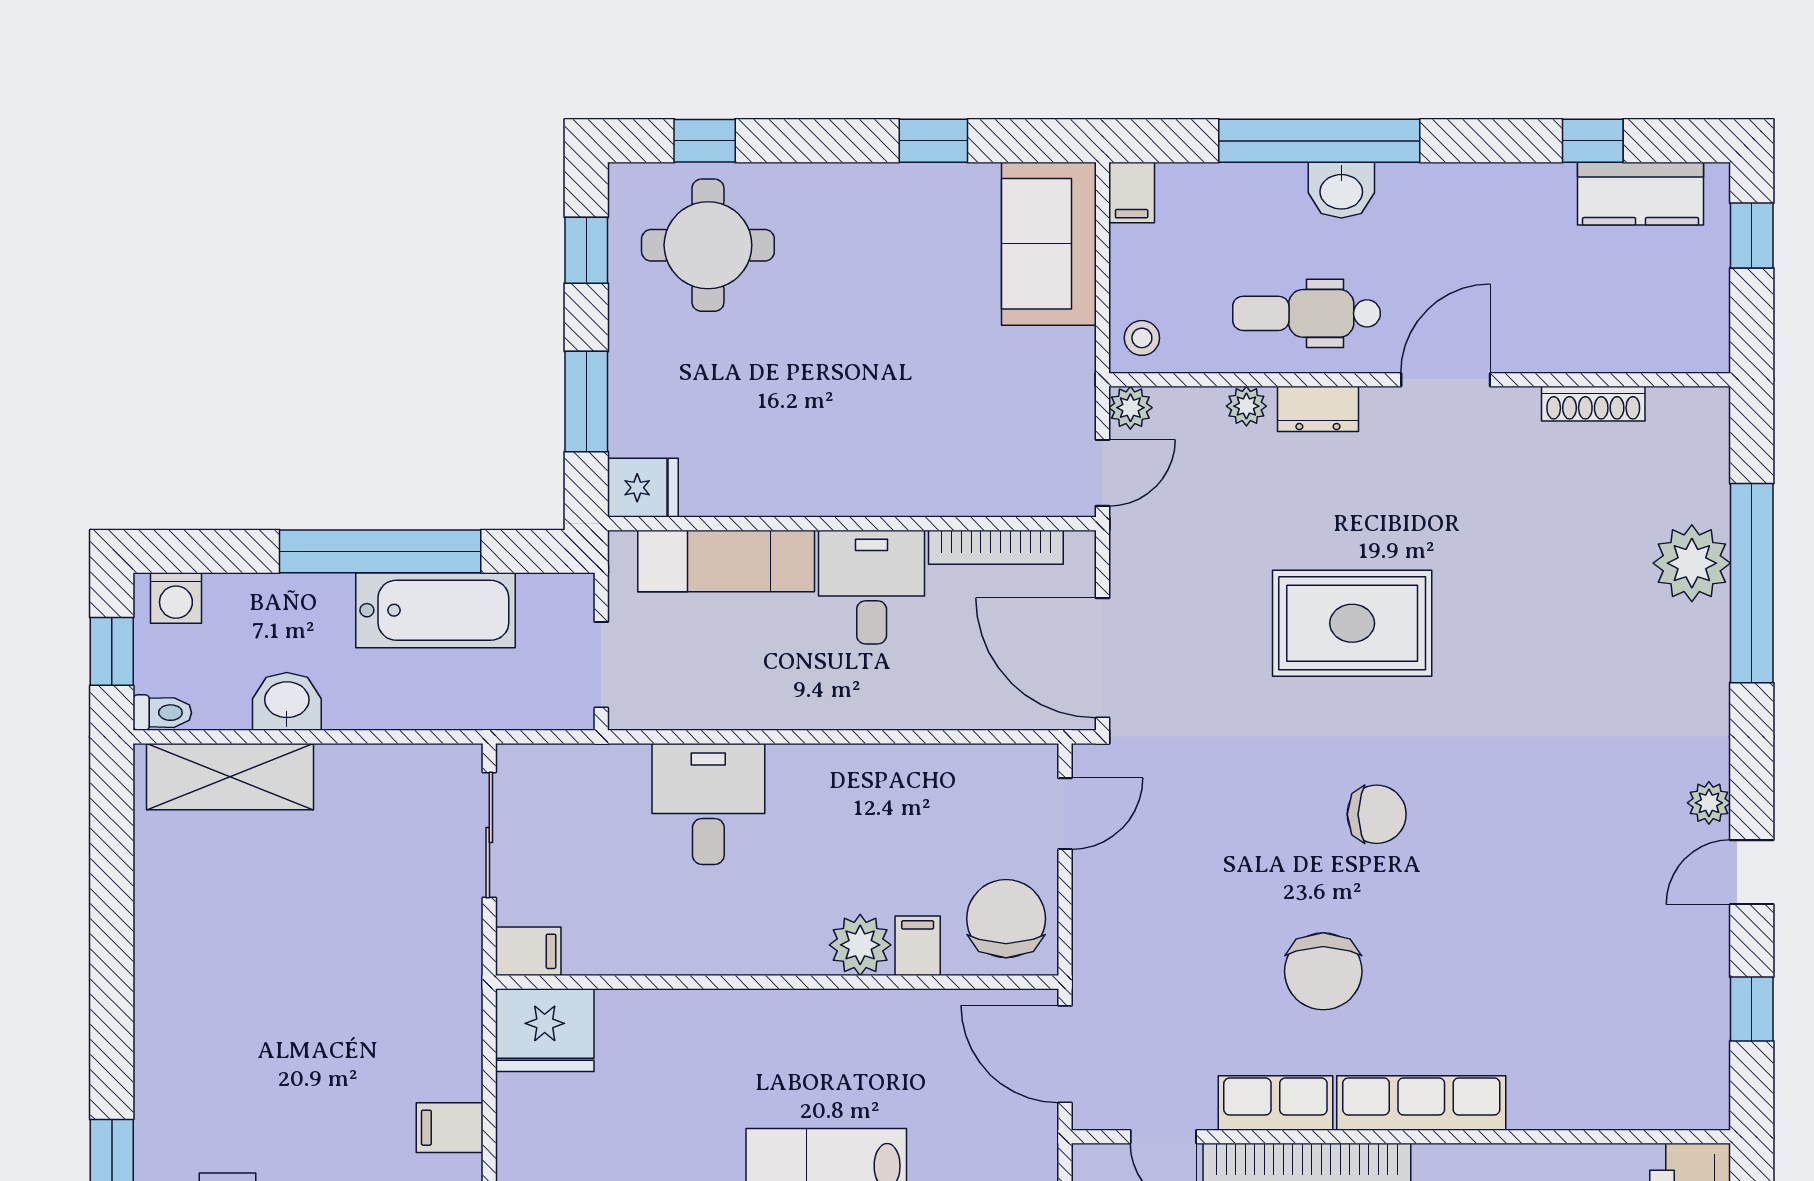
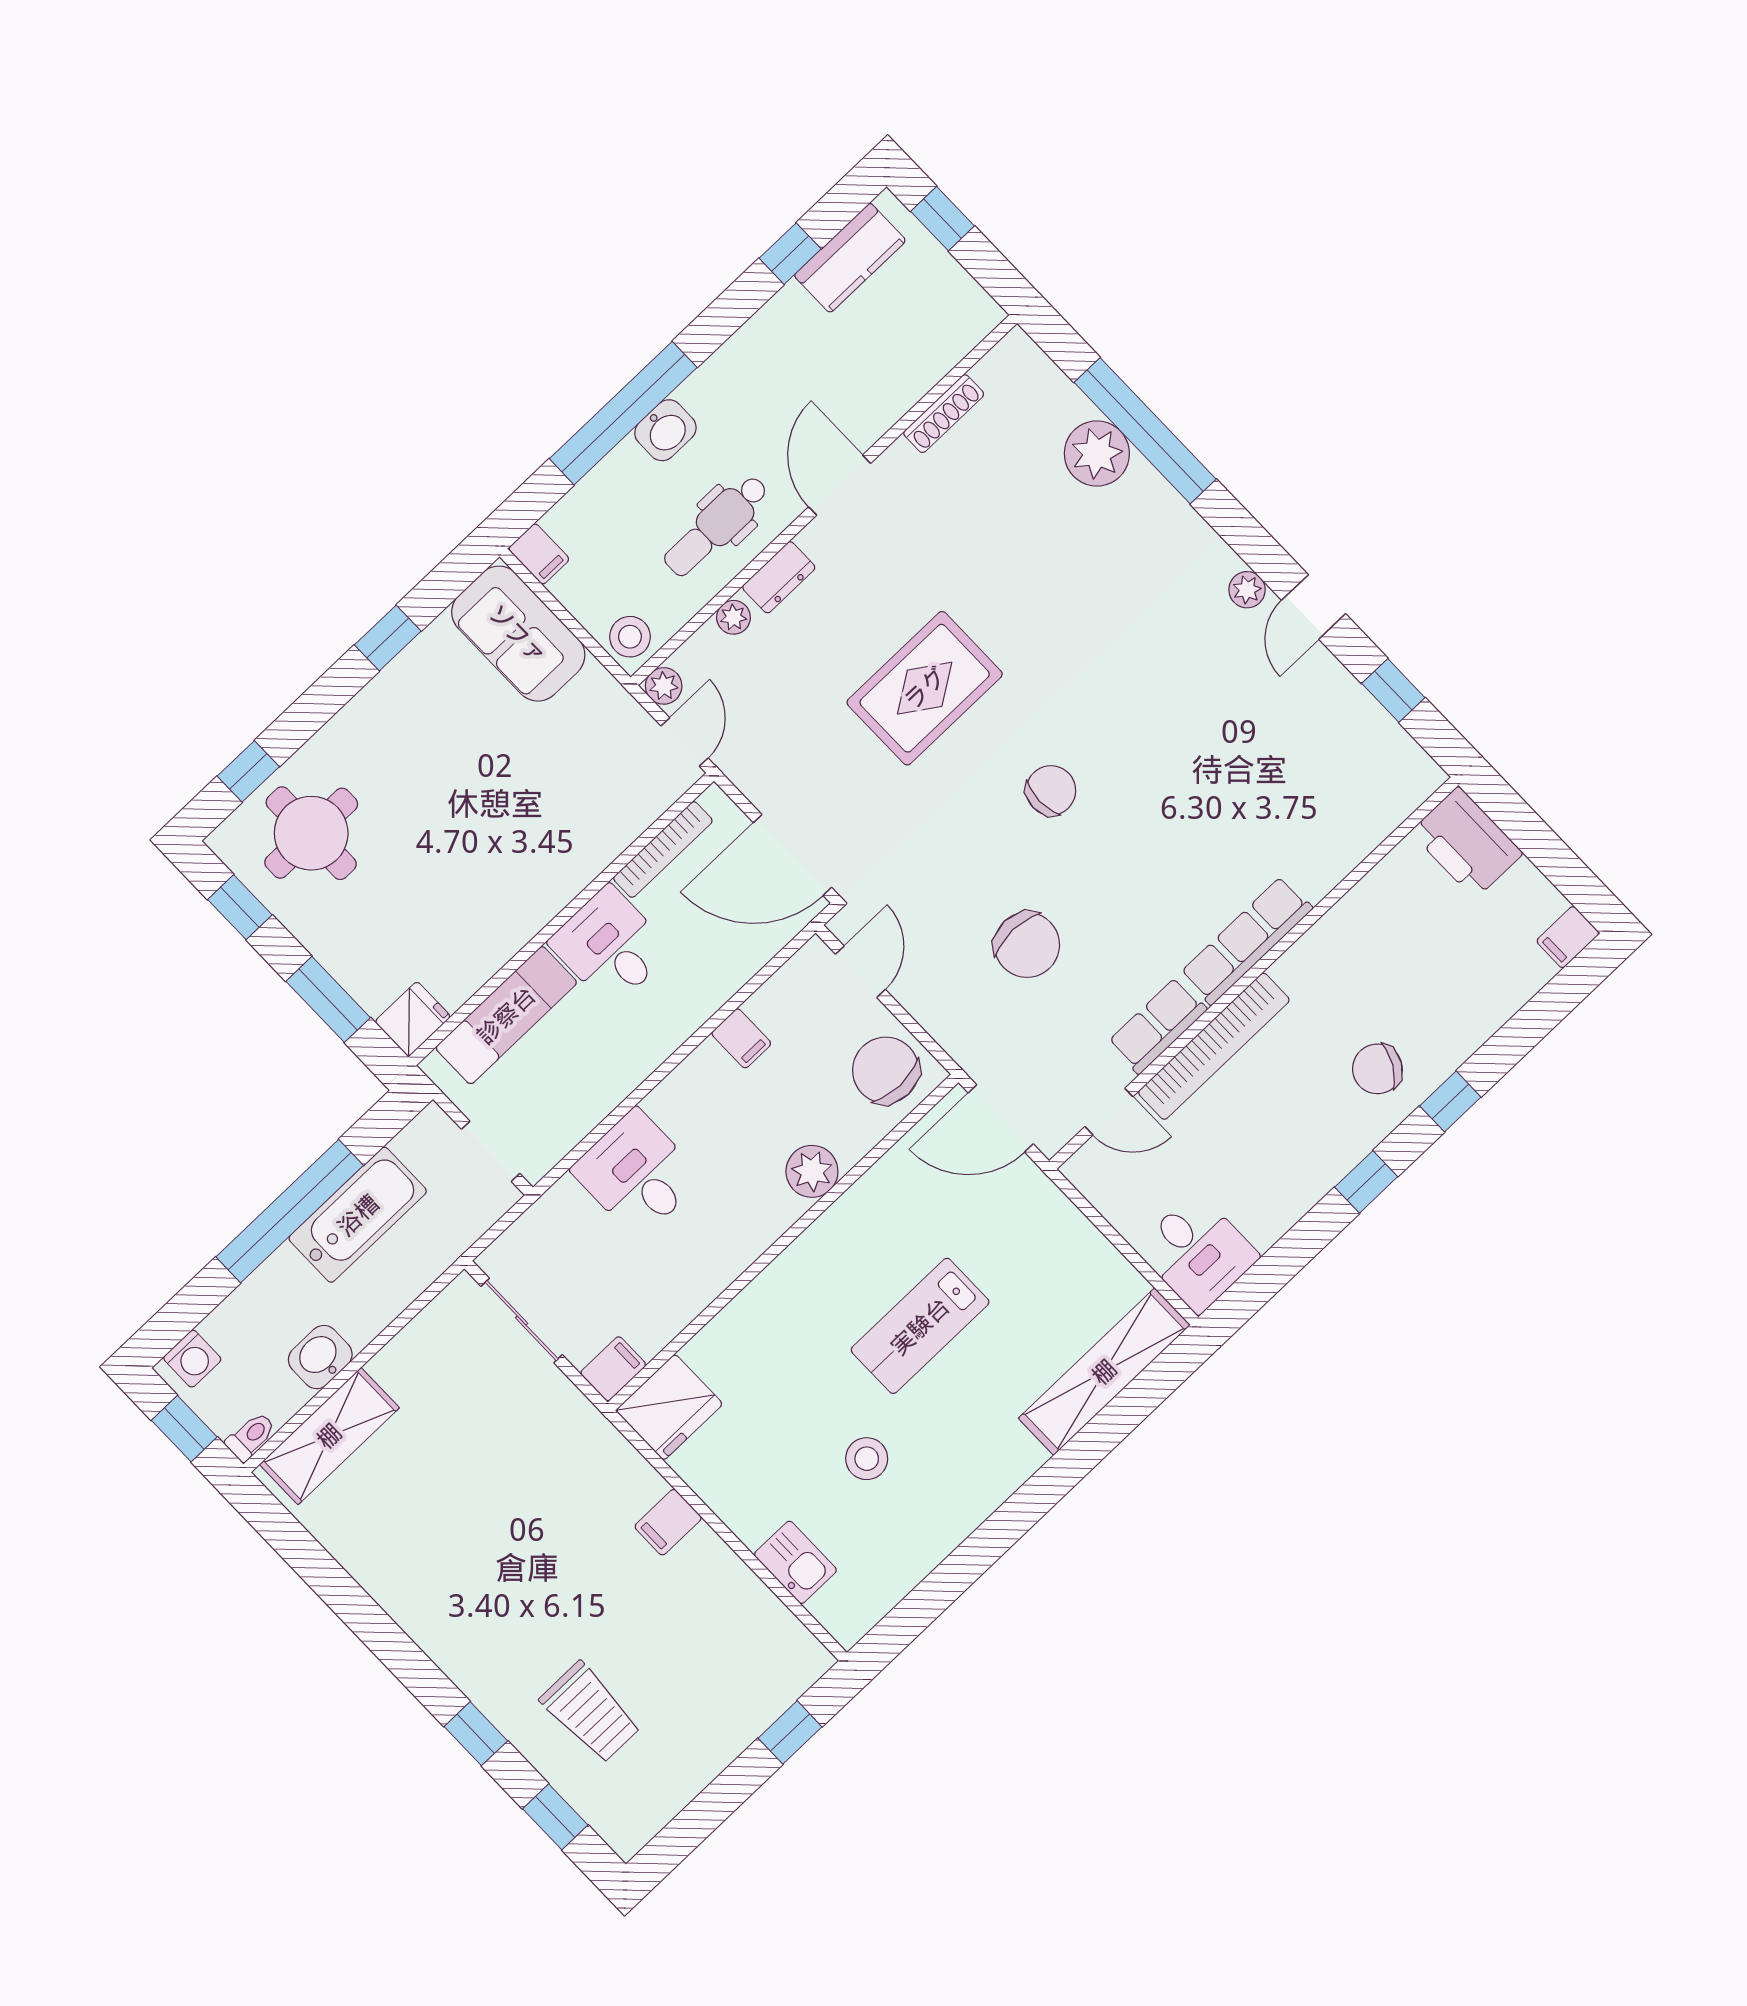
stool: (1142, 338) -> (630, 637), width x1.37, depth x1.37
filing cabinet: (918, 946) -> (741, 1038), moved, turned 180
chair: (1323, 971) -> (1027, 945), moved

